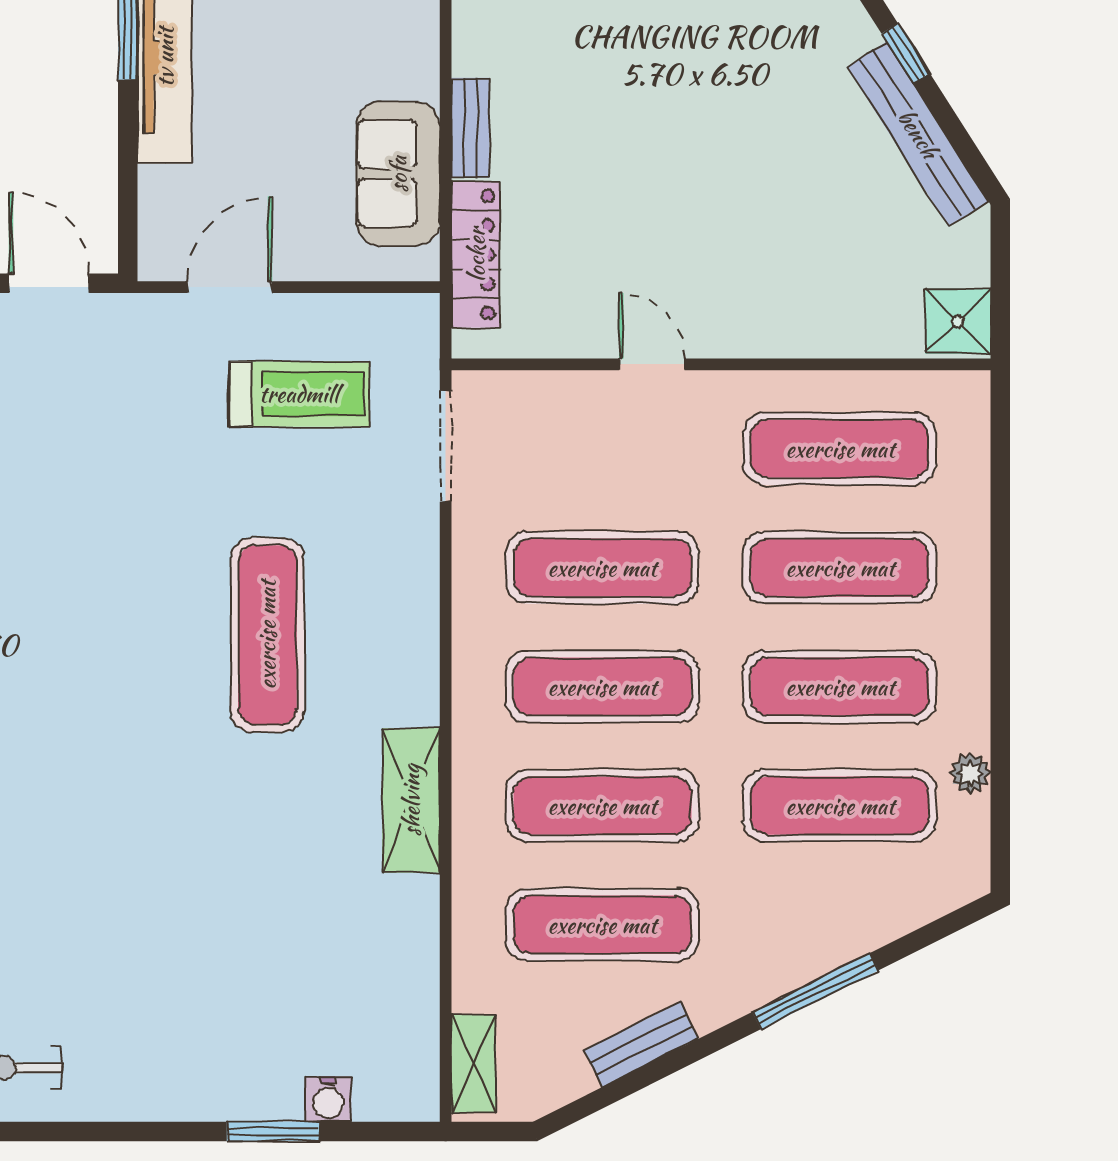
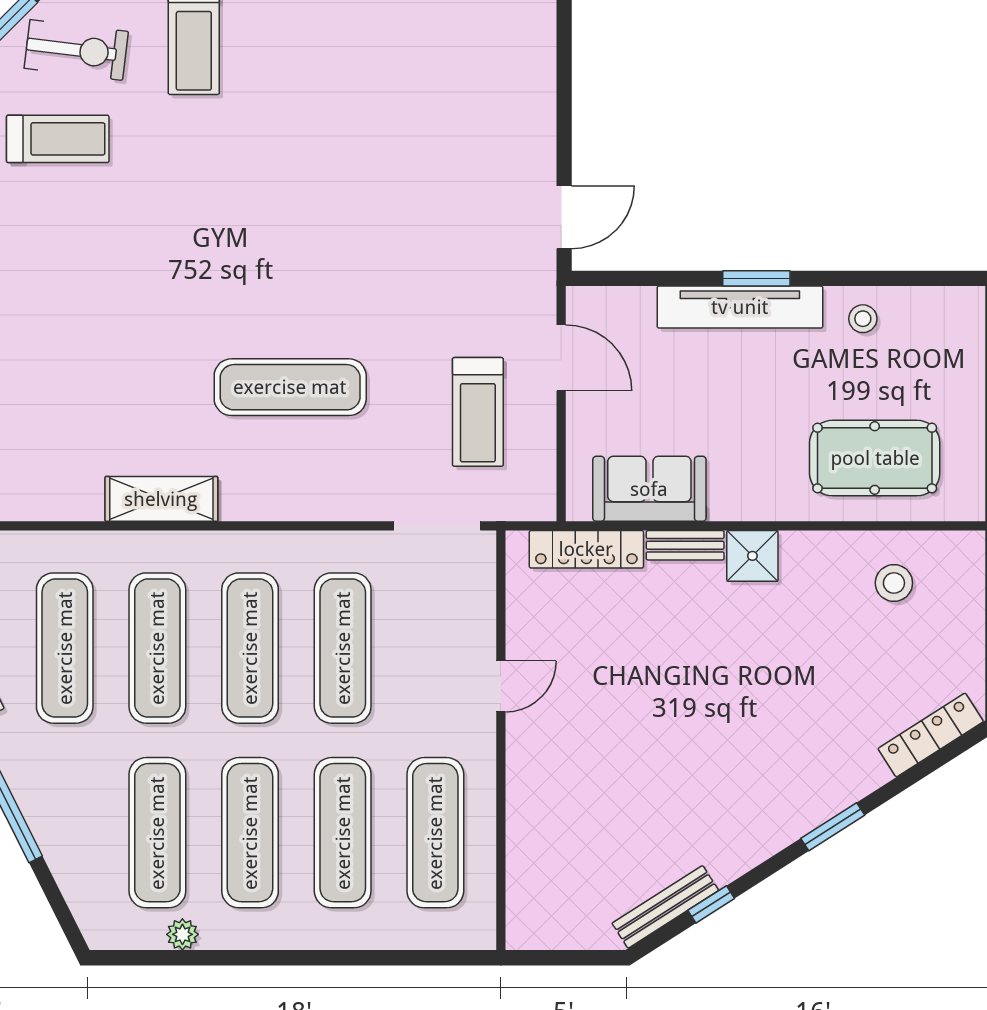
window: (906, 53) -> (711, 904), moved
bench: (918, 134) -> (665, 907), width x0.73, depth x0.82
shower: (958, 321) -> (752, 556), moved

